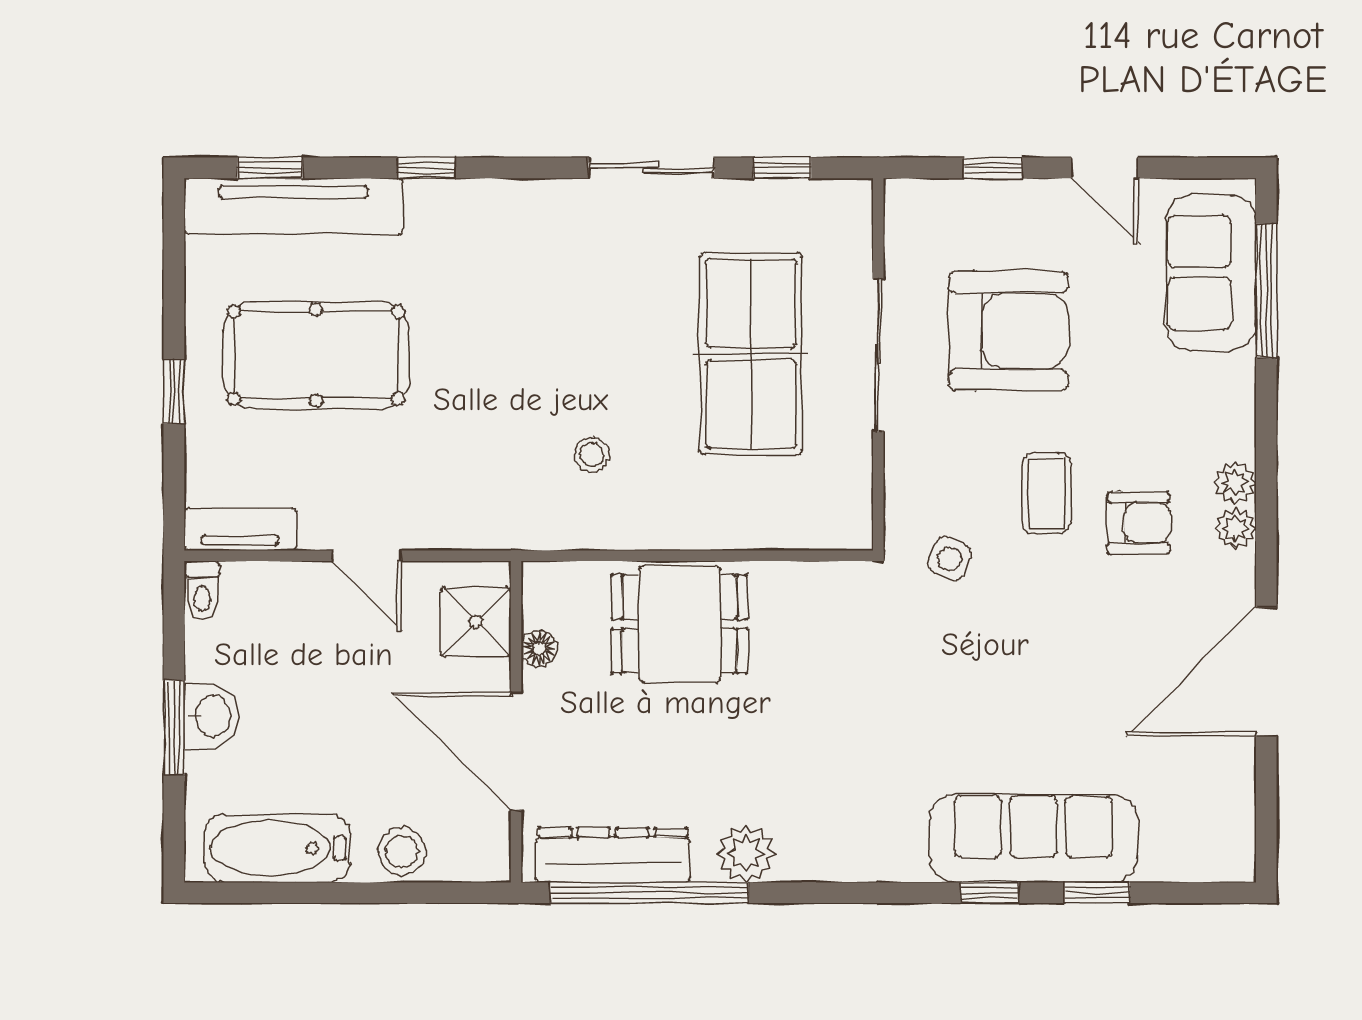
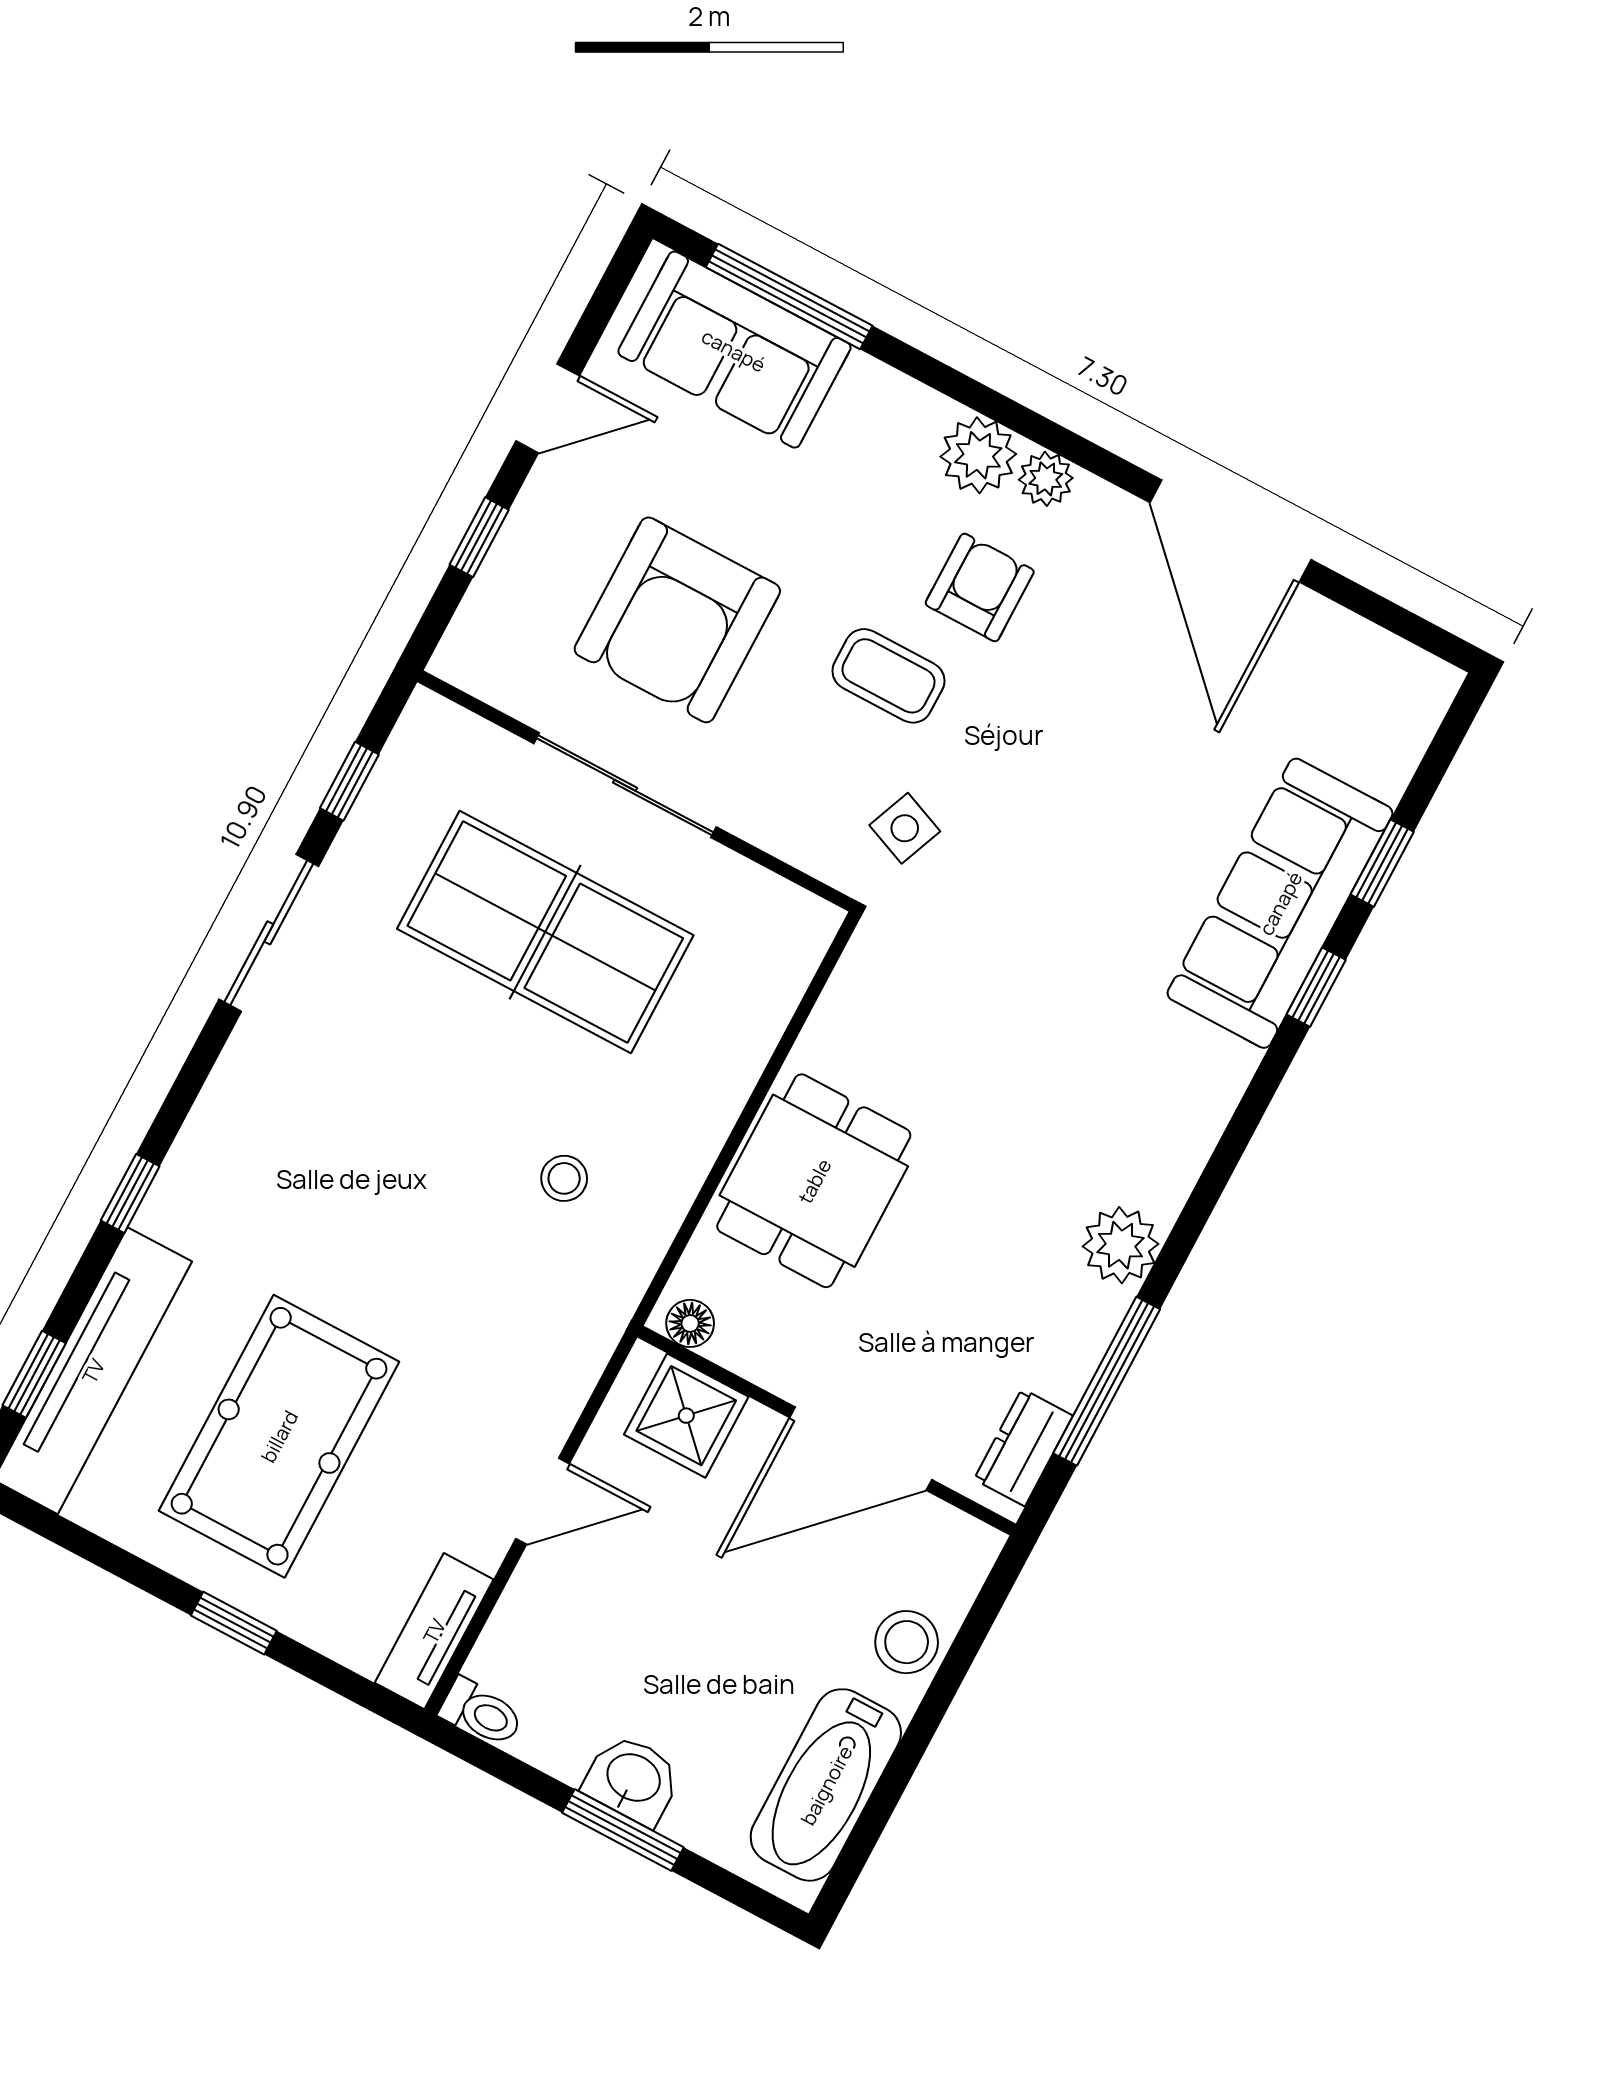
armchair: (1008, 331) -> (677, 620), turned 180
plant: (1235, 483) -> (978, 455), width x1.38, depth x1.38
floor lamp: (539, 648) -> (690, 1323), moved
dresser: (613, 855) -> (1023, 1447), width x0.51, depth x0.80
window: (649, 893) -> (1107, 1381), width x0.68

